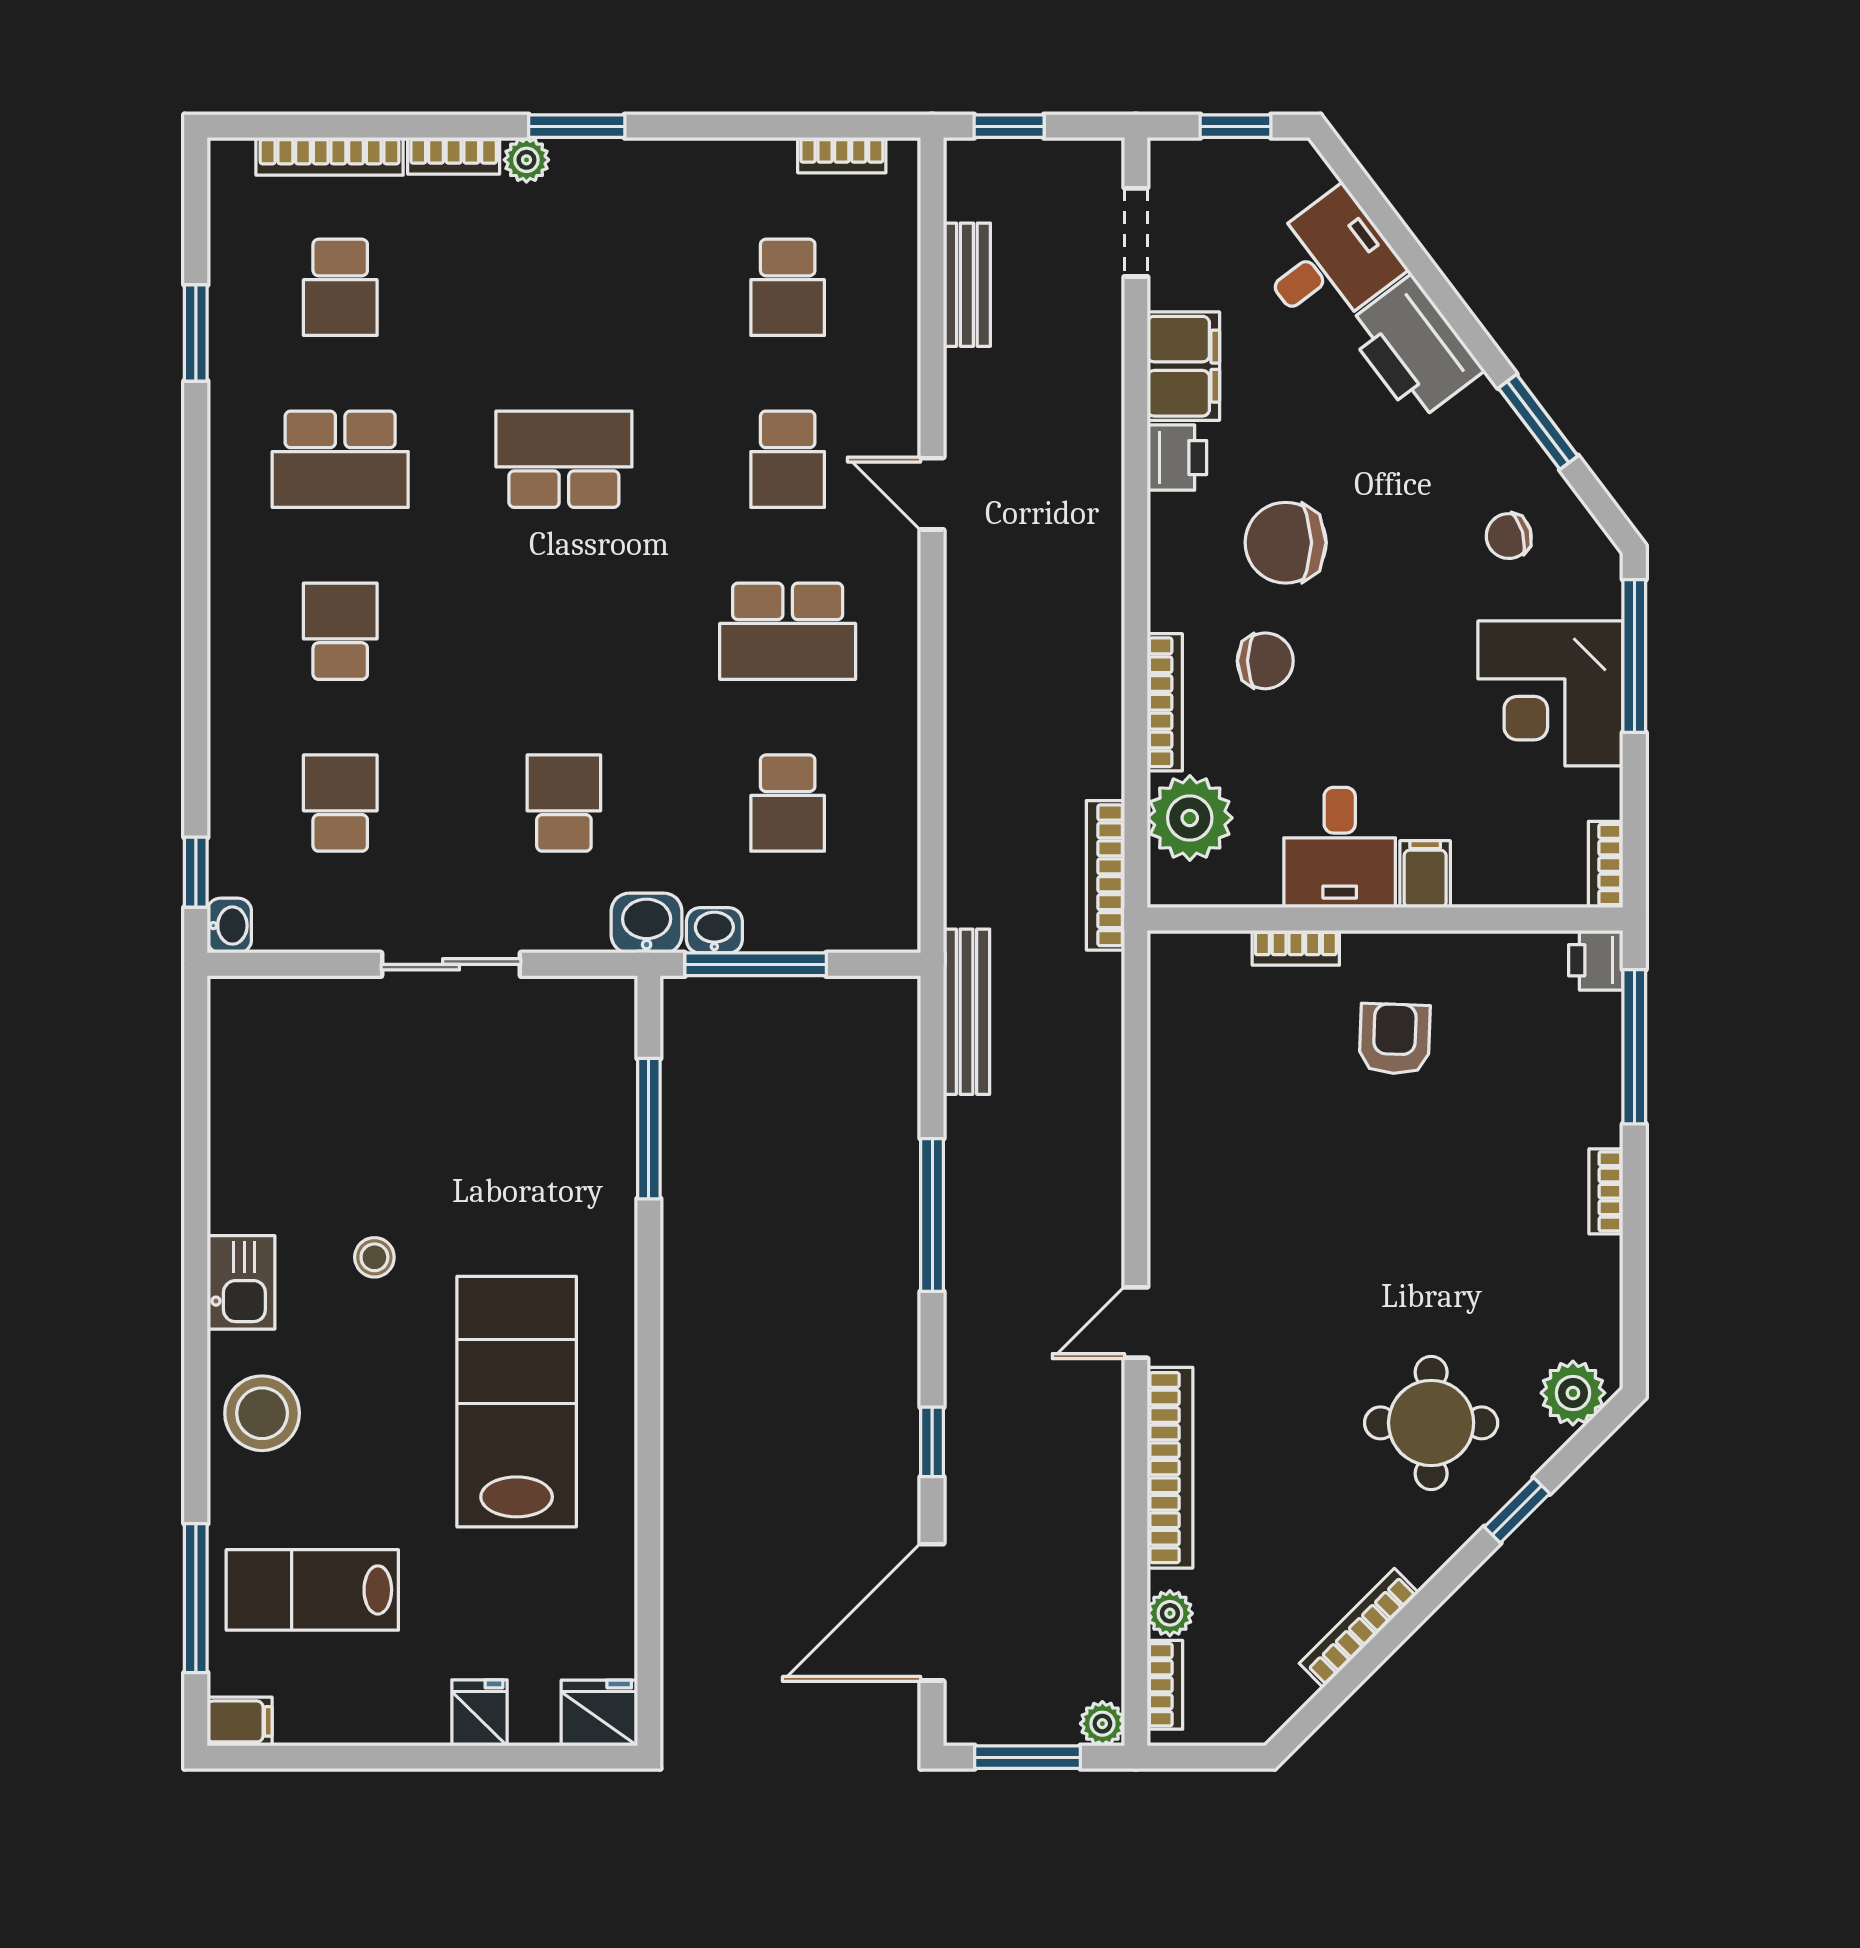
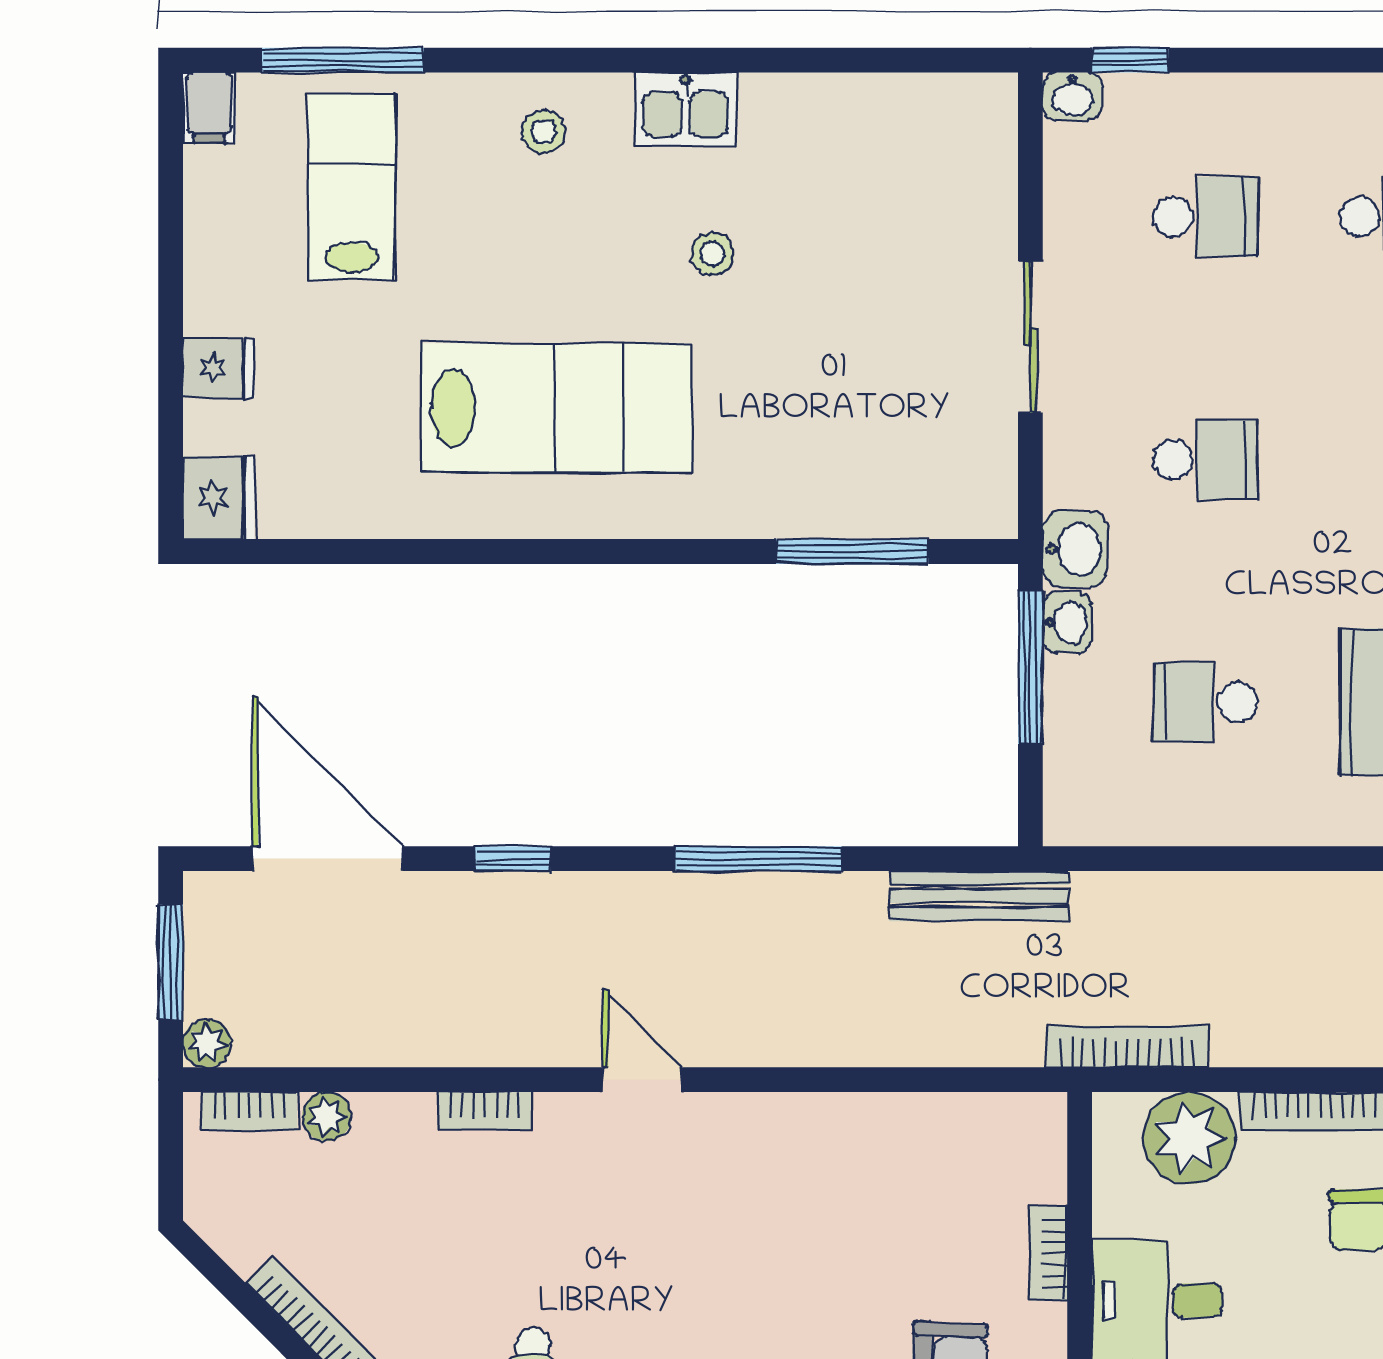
stool: (262, 1413) -> (544, 132), width x0.53, depth x0.53
bookcase: (1170, 1468) -> (485, 1111), width x0.43, depth x0.76

